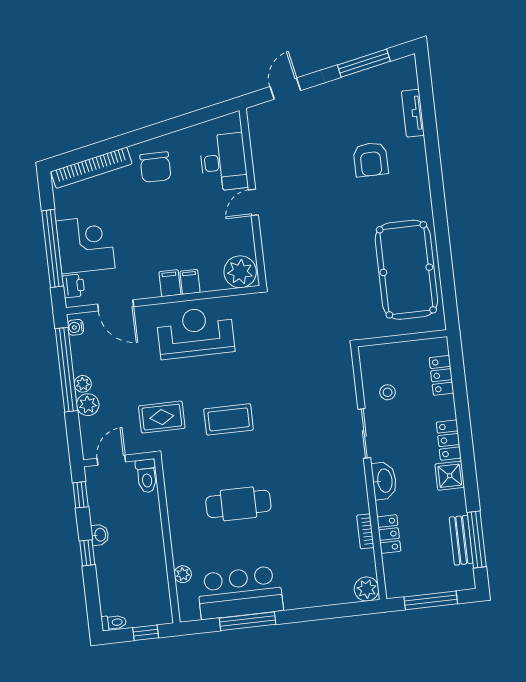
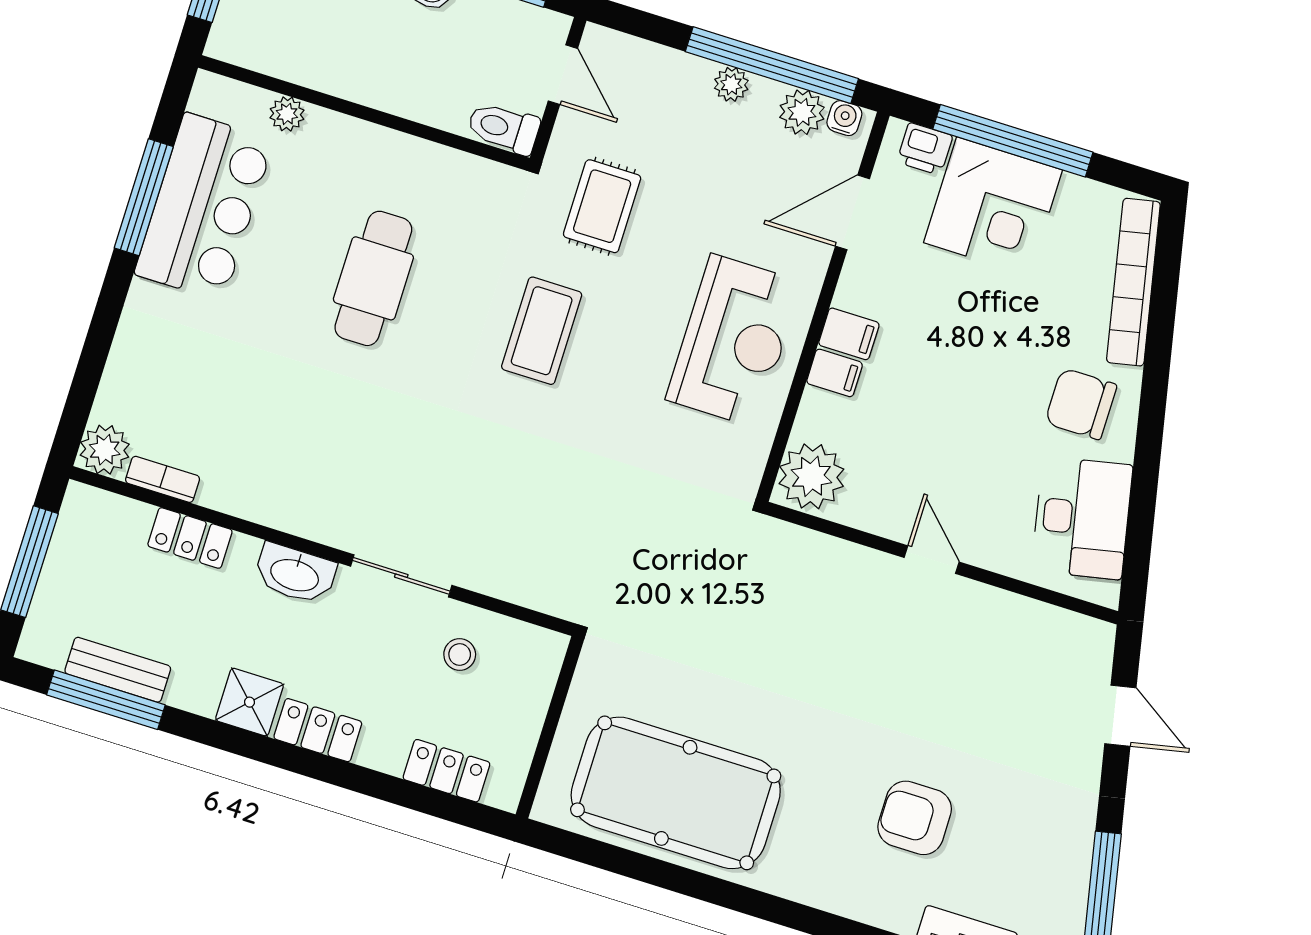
desk: (224, 162) -> (1082, 518), moved, turned -101
plant: (88, 405) -> (802, 112), moved
bookcase: (365, 531) -> (163, 479), moved

